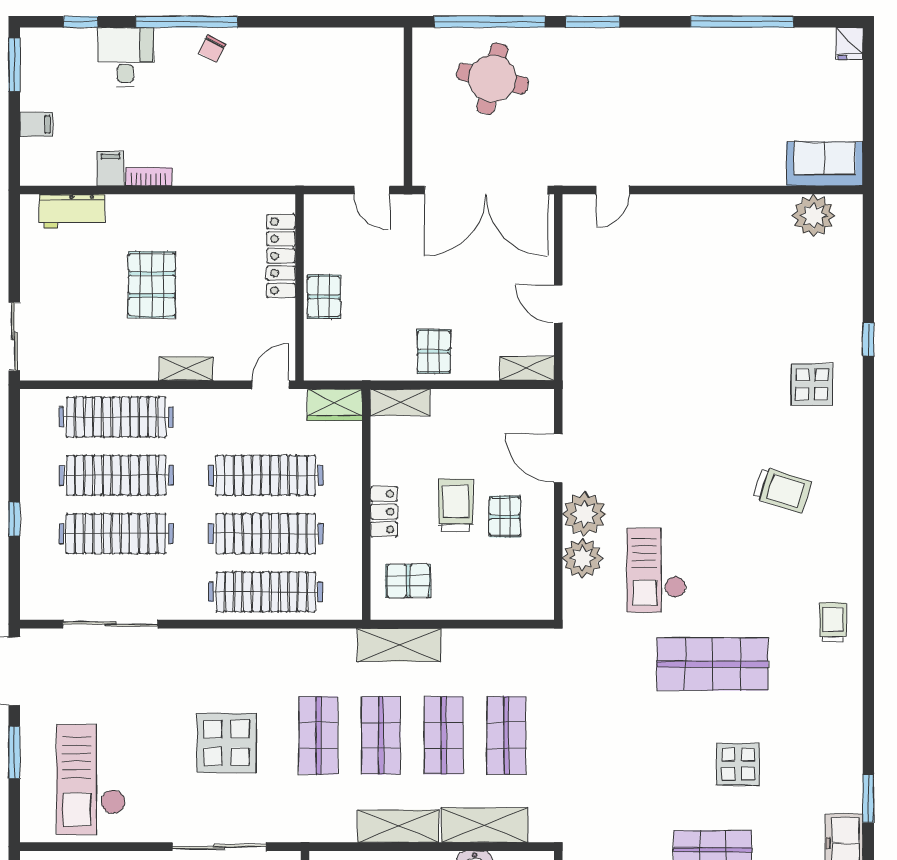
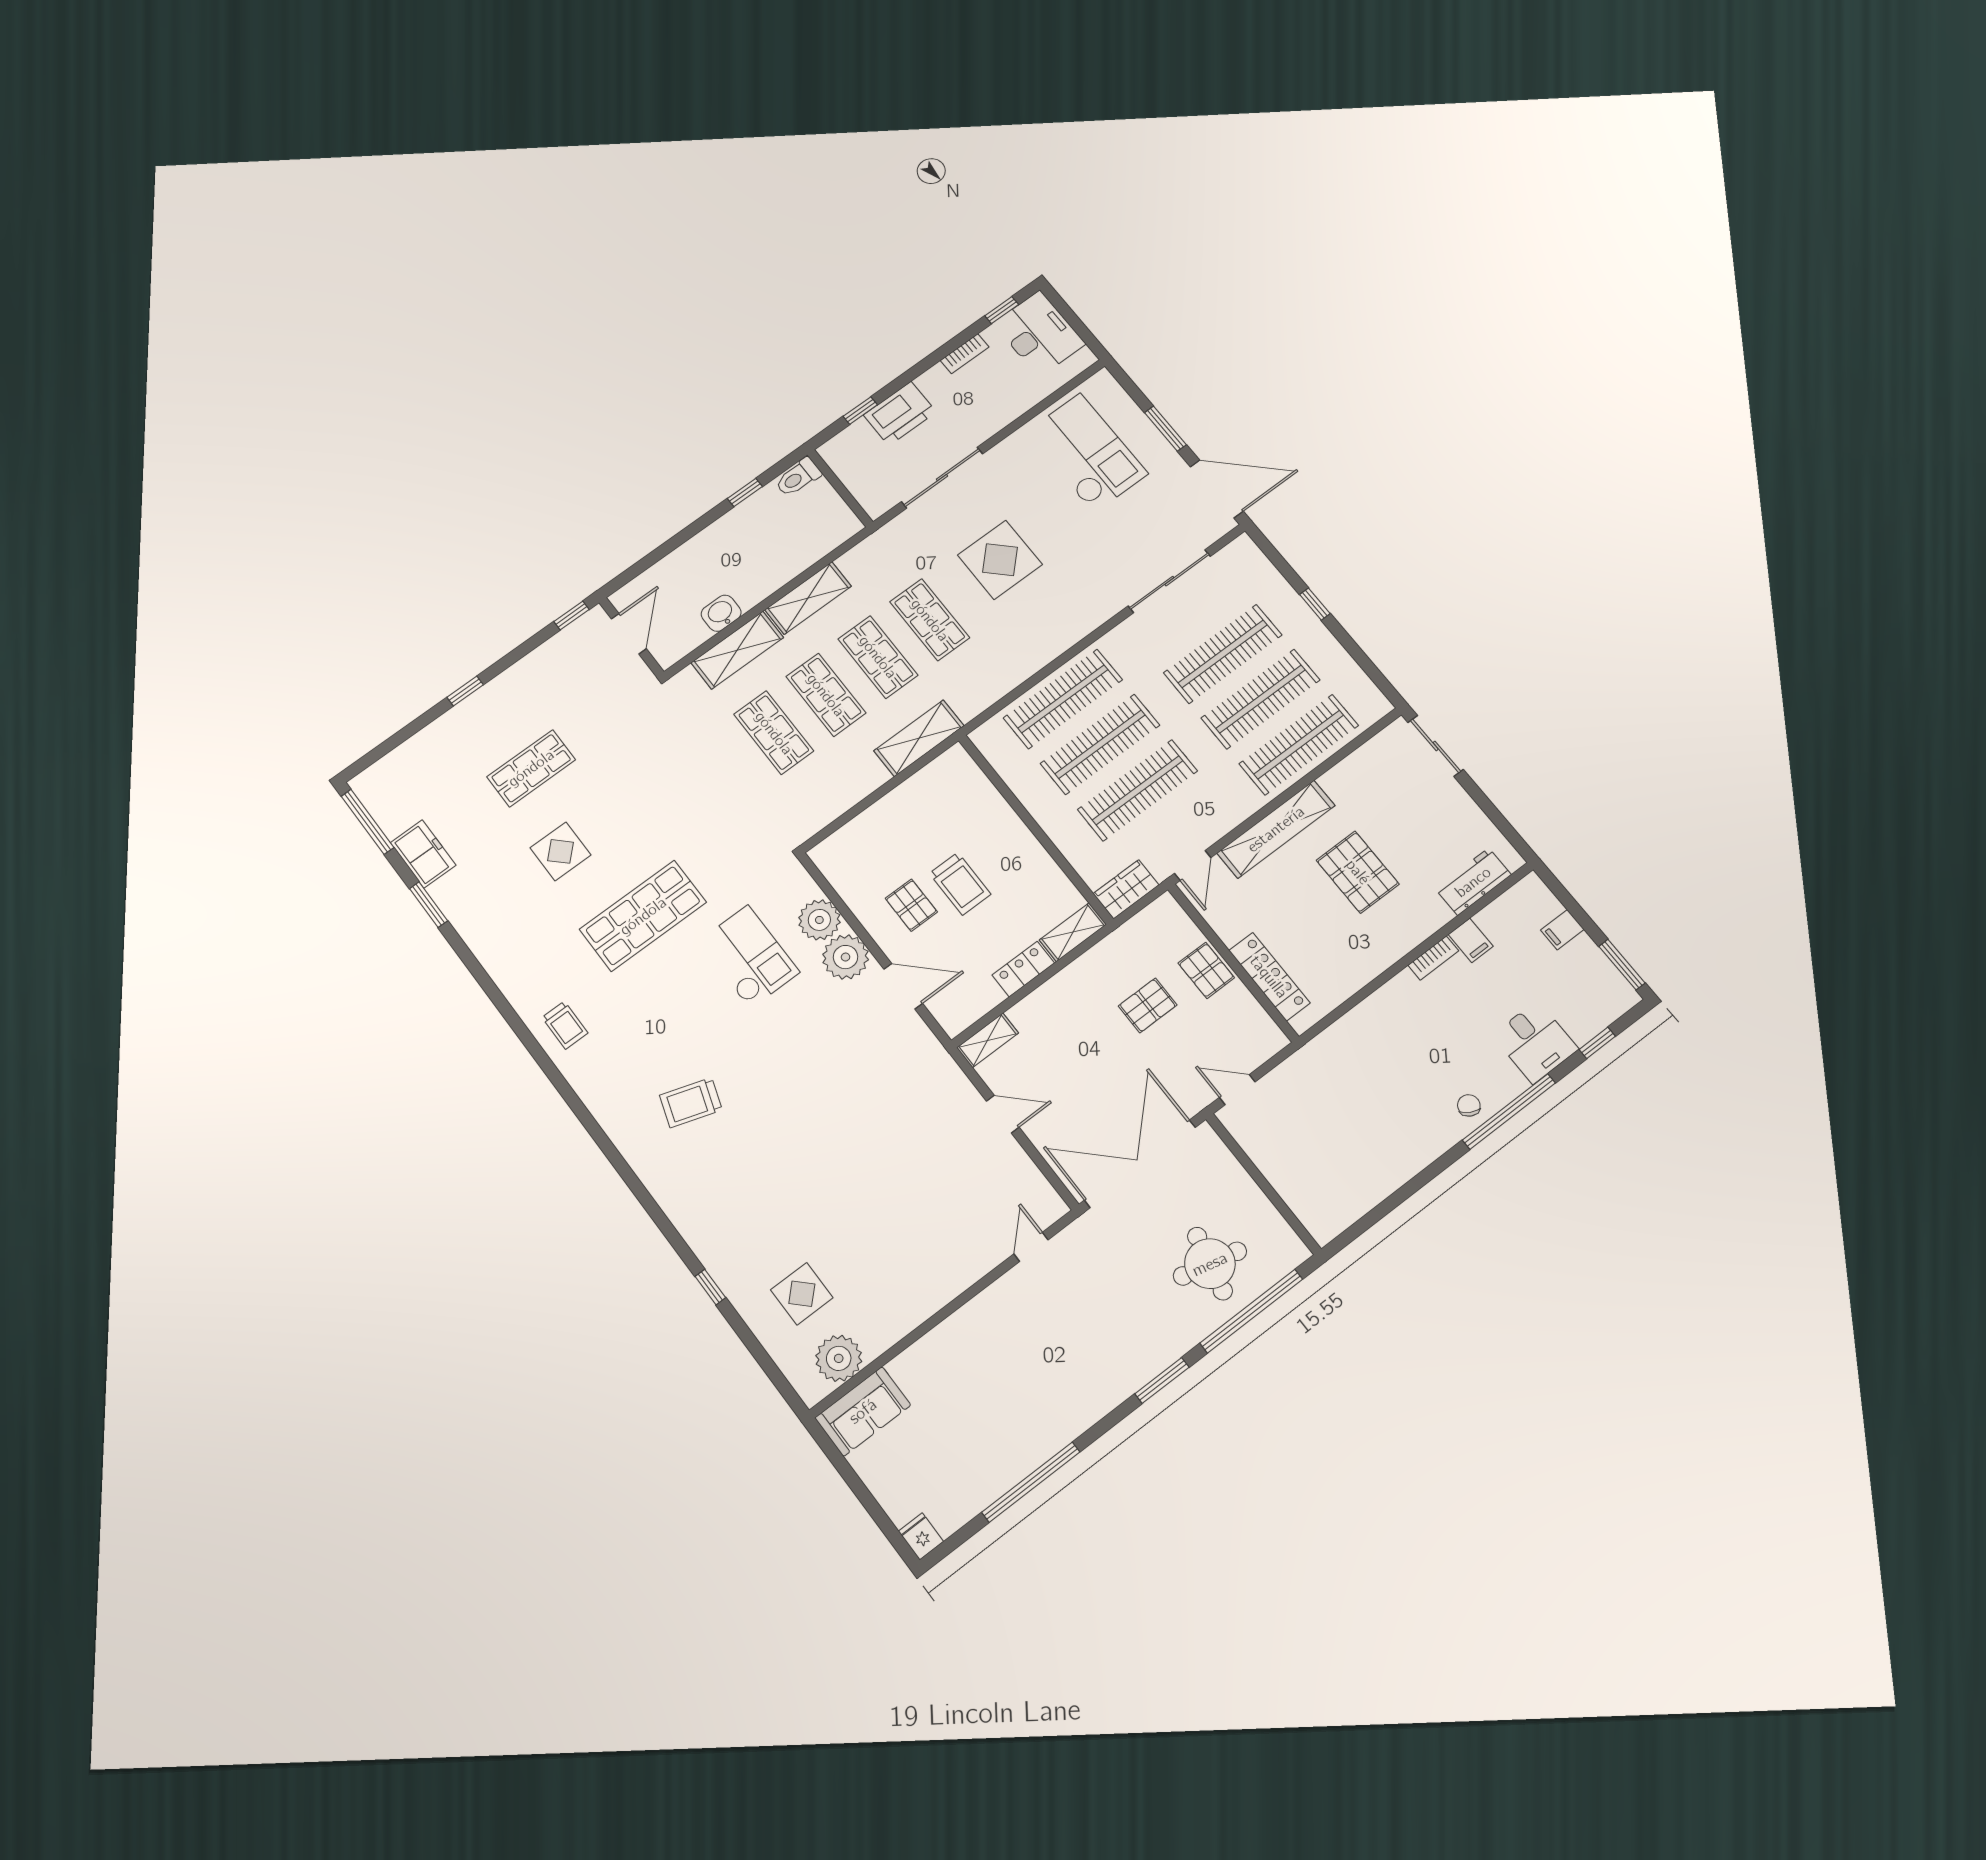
pallet: (434, 351) -> (1148, 1005), moved, turned 90
shelving: (186, 369) -> (1276, 829), width x2.20, depth x1.33
display table: (812, 384) -> (802, 1294), moved
locker: (384, 512) -> (1023, 969), moved, turned 90
pallet: (408, 581) -> (952, 794), removed

